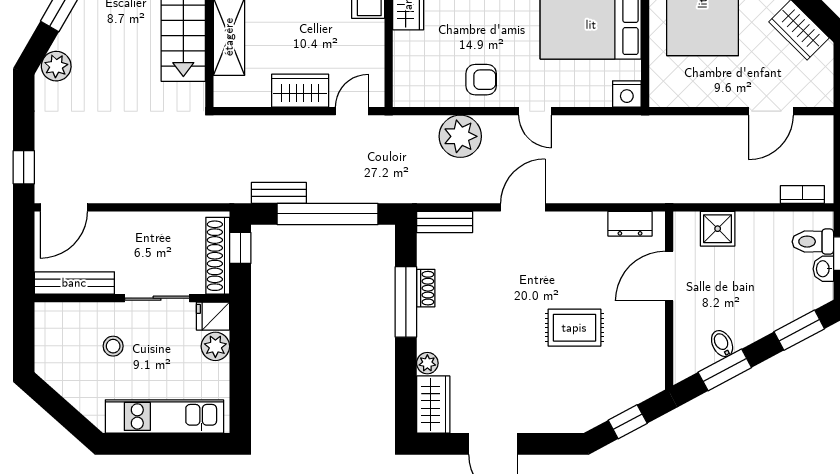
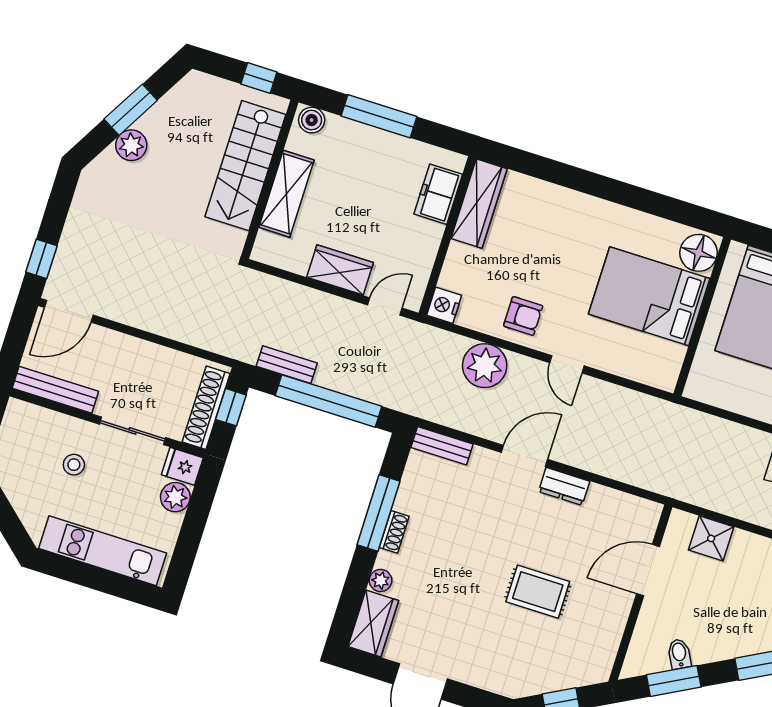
plant: (56, 66) -> (131, 145), moved
nightstand: (627, 94) -> (444, 305), moved, turned 90
dresser: (630, 224) -> (564, 486), moved
shoe rack: (426, 288) -> (394, 532), moved

